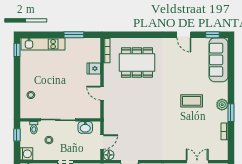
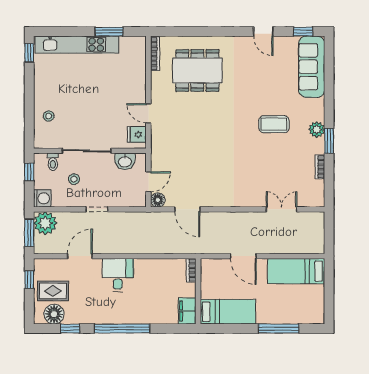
kitchen unit: (43, 44) -> (77, 45), width x1.36
fridge: (94, 68) -> (137, 134), moved

